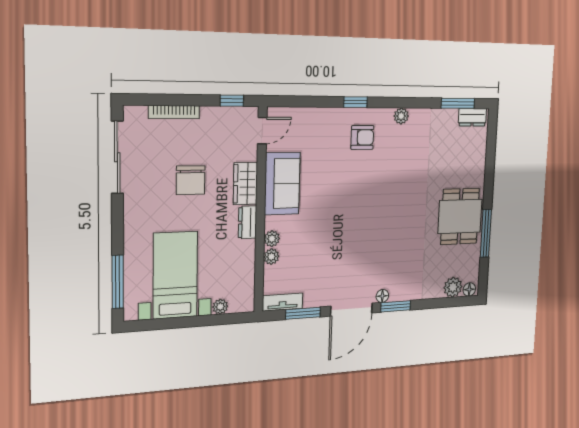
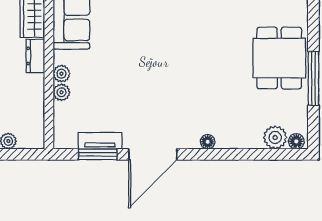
floor lamp: (382, 296) -> (208, 142), moved
tv unit: (283, 302) -> (100, 141), moved
window: (396, 306) -> (205, 154), removed

